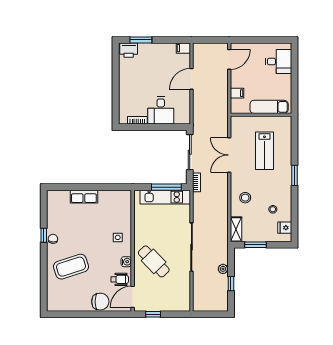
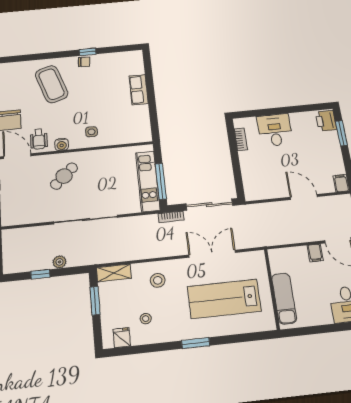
filing cabinet: (237, 93) -> (315, 253), moved
desk: (161, 110) -> (275, 130), moved, turned 90
lab bench: (264, 151) -> (224, 299), width x1.36, depth x1.39
cafe table: (154, 261) -> (64, 176), width x0.73, depth x0.74

